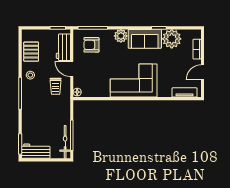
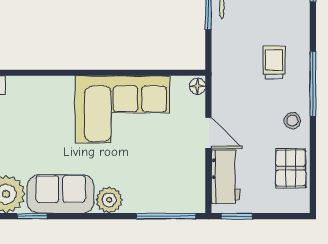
armchair: (91, 45) -> (169, 182), removed
corner sofa: (134, 81) -> (122, 109), moved
trolley: (56, 86) -> (274, 62), moved

